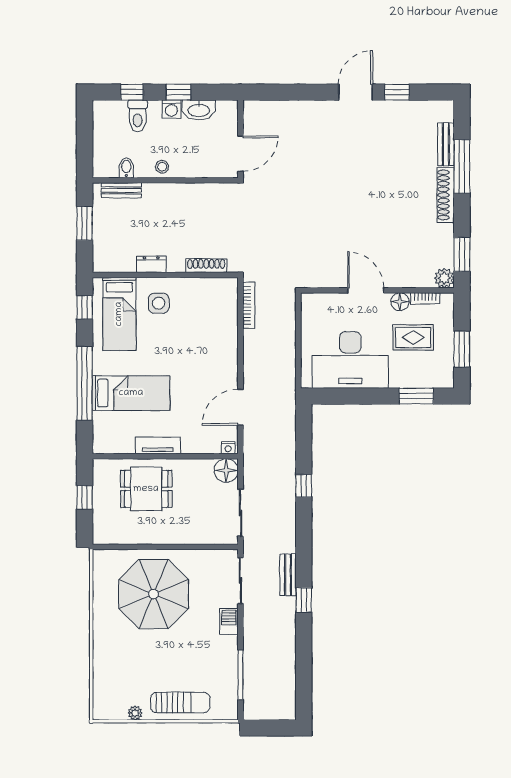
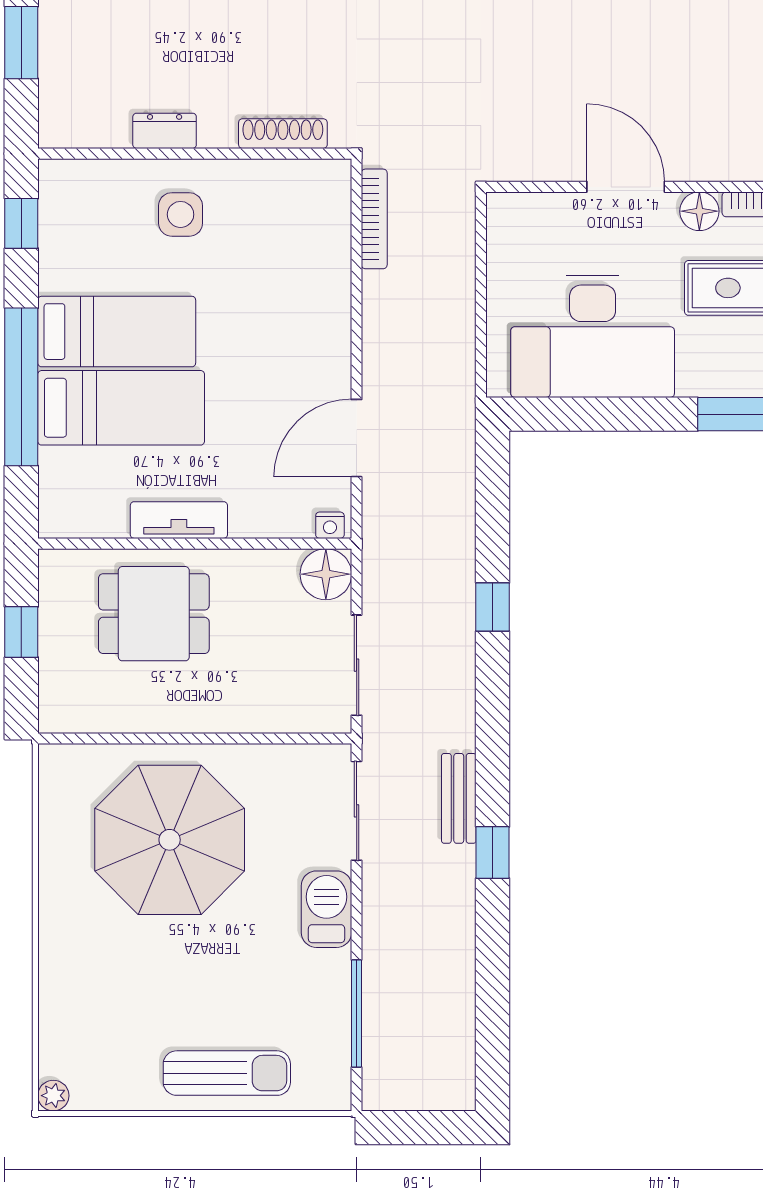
bed: (119, 314) -> (117, 332), moved, turned -90
barbecue: (229, 621) -> (326, 909), width x1.38, depth x1.27
plant: (135, 713) -> (53, 1096), moved

